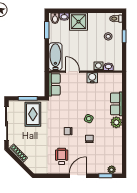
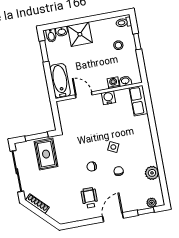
row of seats: (54, 84) -> (65, 114), removed
row of seats: (116, 104) -> (139, 101), moved
plant: (116, 122) -> (152, 173), moved

